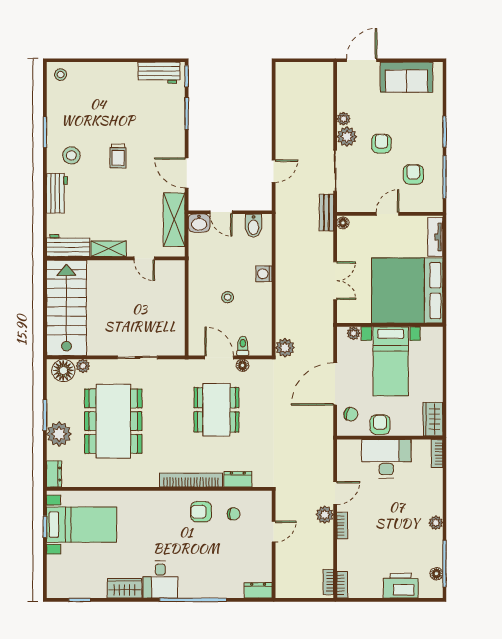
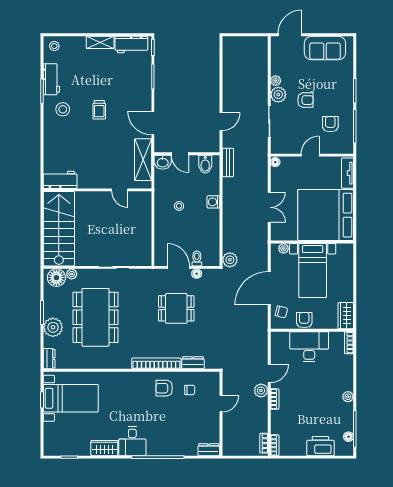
armchair: (381, 144) -> (305, 100), turned 90
workbench: (57, 193) -> (51, 79), moved
bench: (326, 213) -> (228, 162), moved
shelving: (109, 249) -> (100, 42), moved
stool: (228, 297) -> (179, 206), moved
dining table: (216, 410) -> (176, 308), width x0.73

